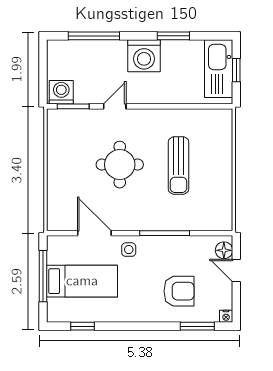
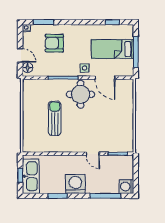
washing machine: (61, 92) -> (126, 186), moved, turned 90
door: (115, 106) -> (93, 154), hinge flipped
round table: (120, 165) -> (81, 94), moved

